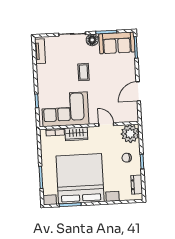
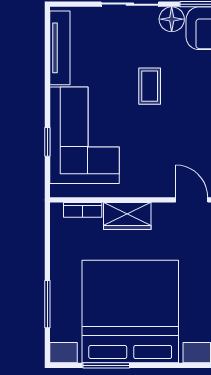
tv unit: (40, 51) -> (60, 48), width x1.41
corner sofa: (65, 109) -> (85, 135), moved, turned 90

